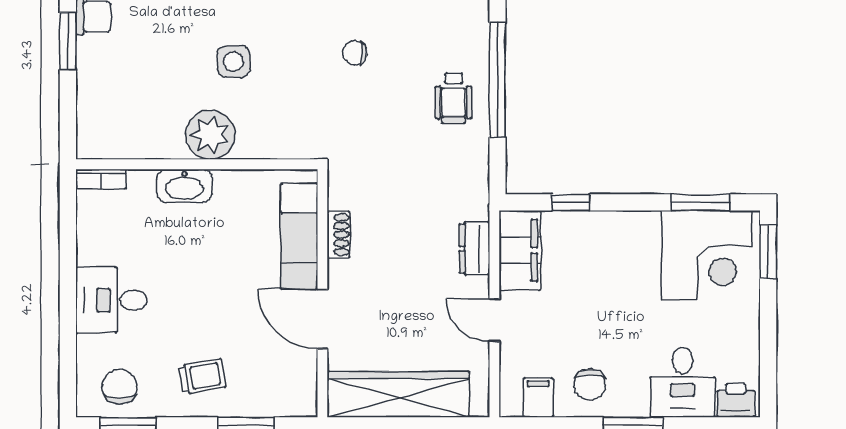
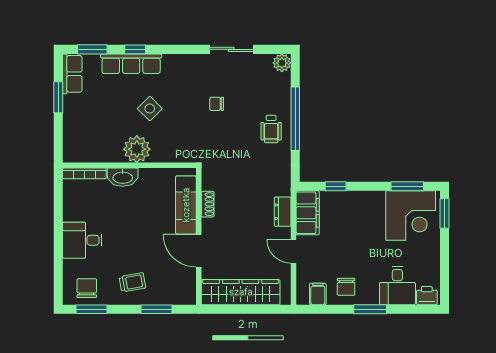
side table: (234, 61) -> (150, 109), turned 45
bookcase: (101, 179) -> (84, 173), width x1.56

